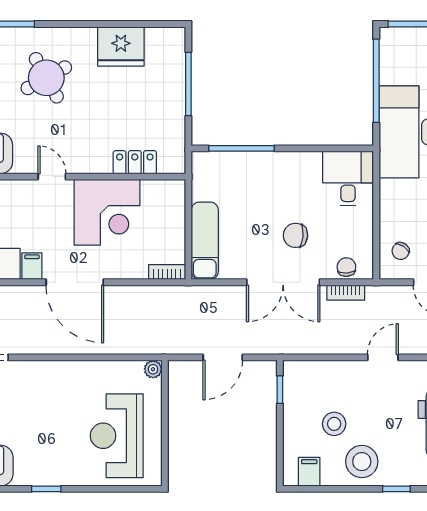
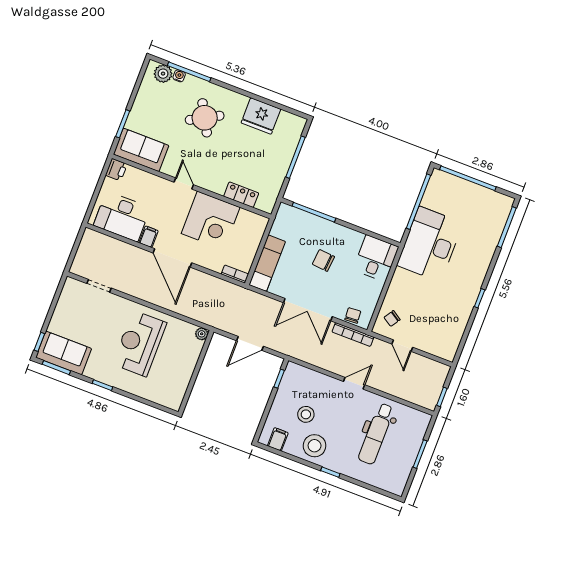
chair: (295, 235) -> (323, 260), moved
bookcase: (346, 293) -> (353, 335), width x1.56
reception desk: (117, 436) -> (140, 343), moved

